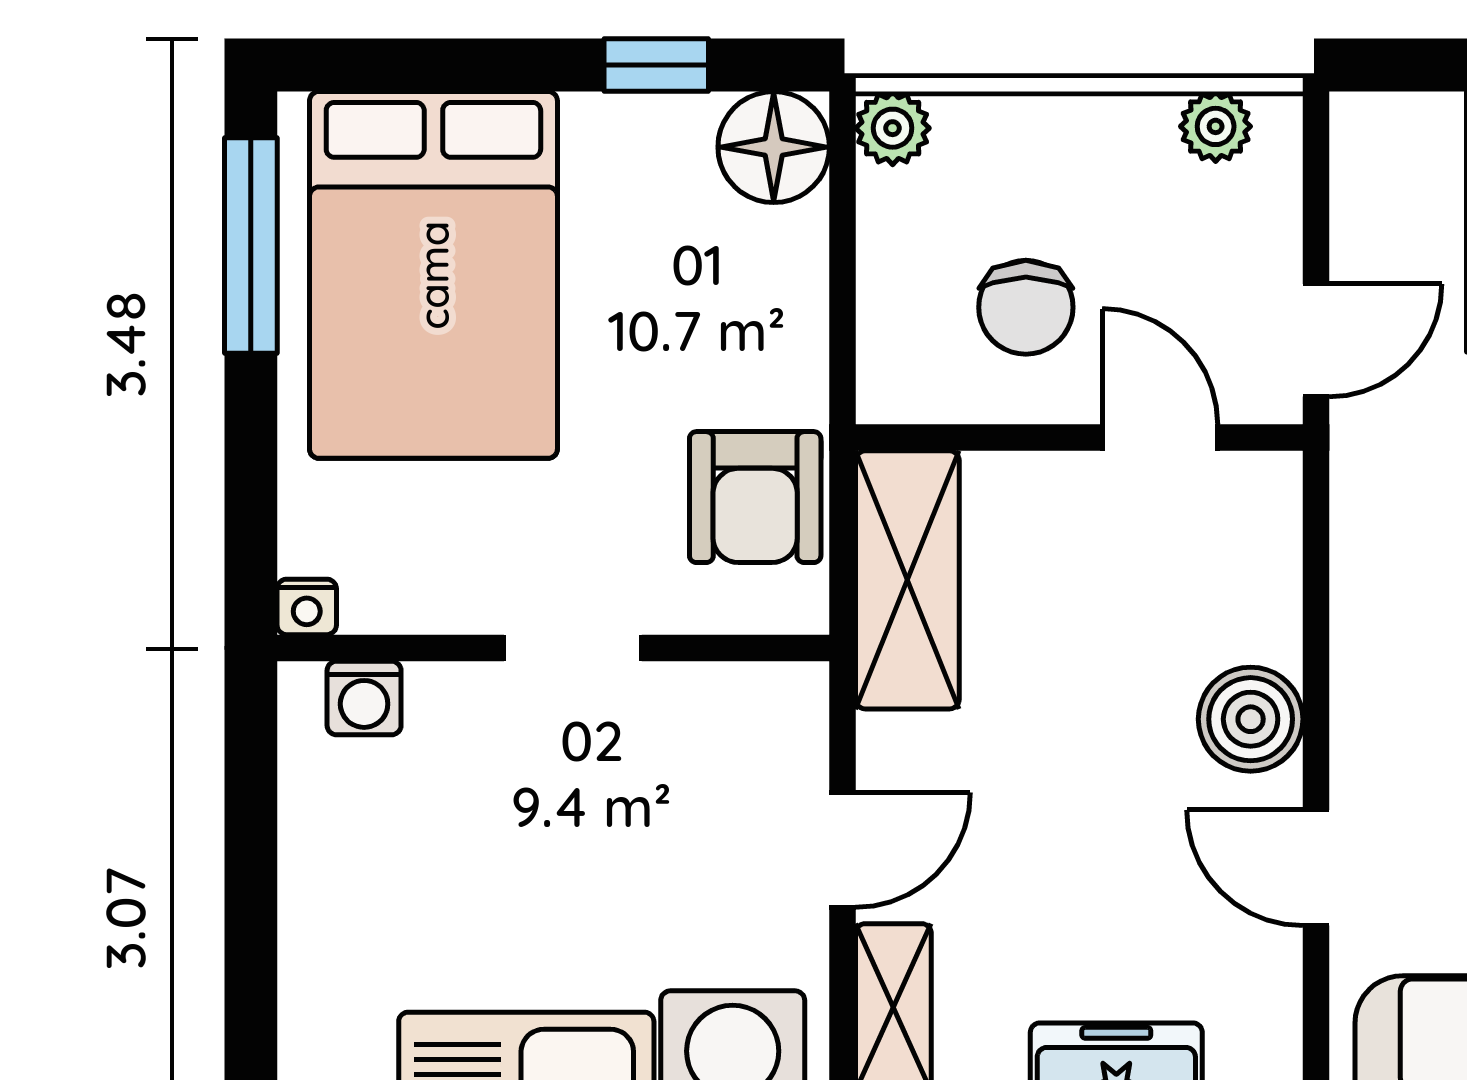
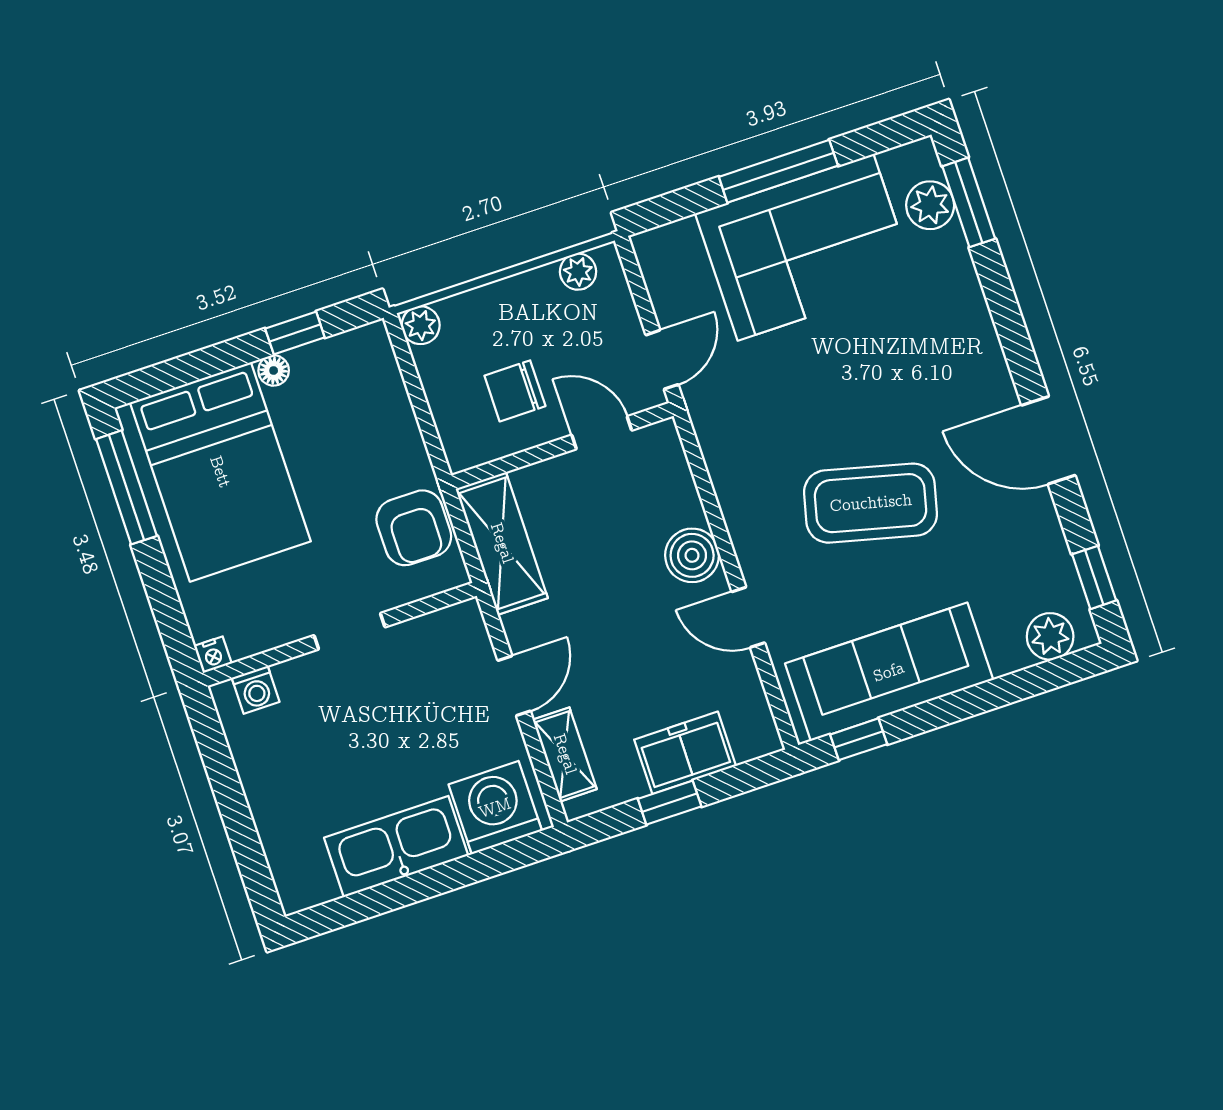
floor lamp: (774, 147) -> (274, 370), moved, width x0.53, depth x0.53
chair: (1026, 307) -> (515, 391), turned 90

